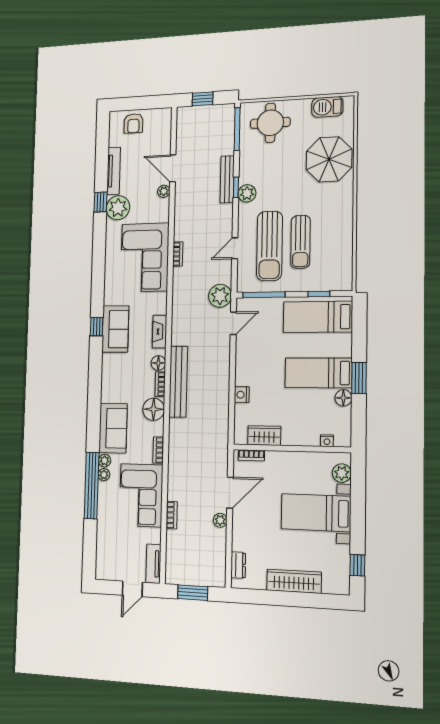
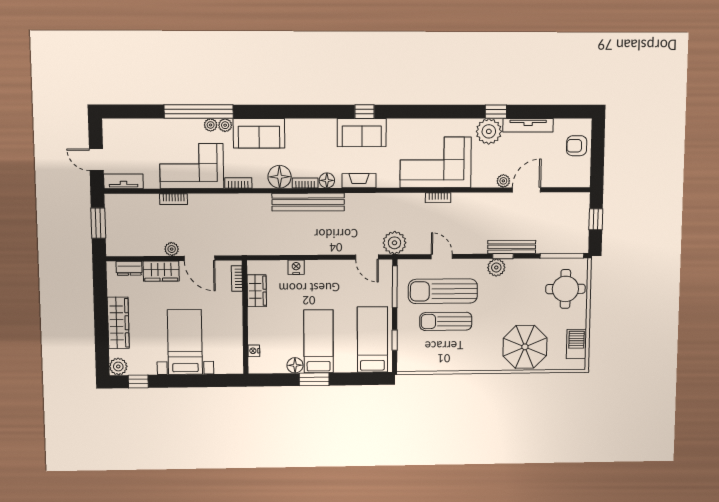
plant: (342, 473) -> (118, 366), moved
wardrobe: (242, 533) -> (161, 271), added

